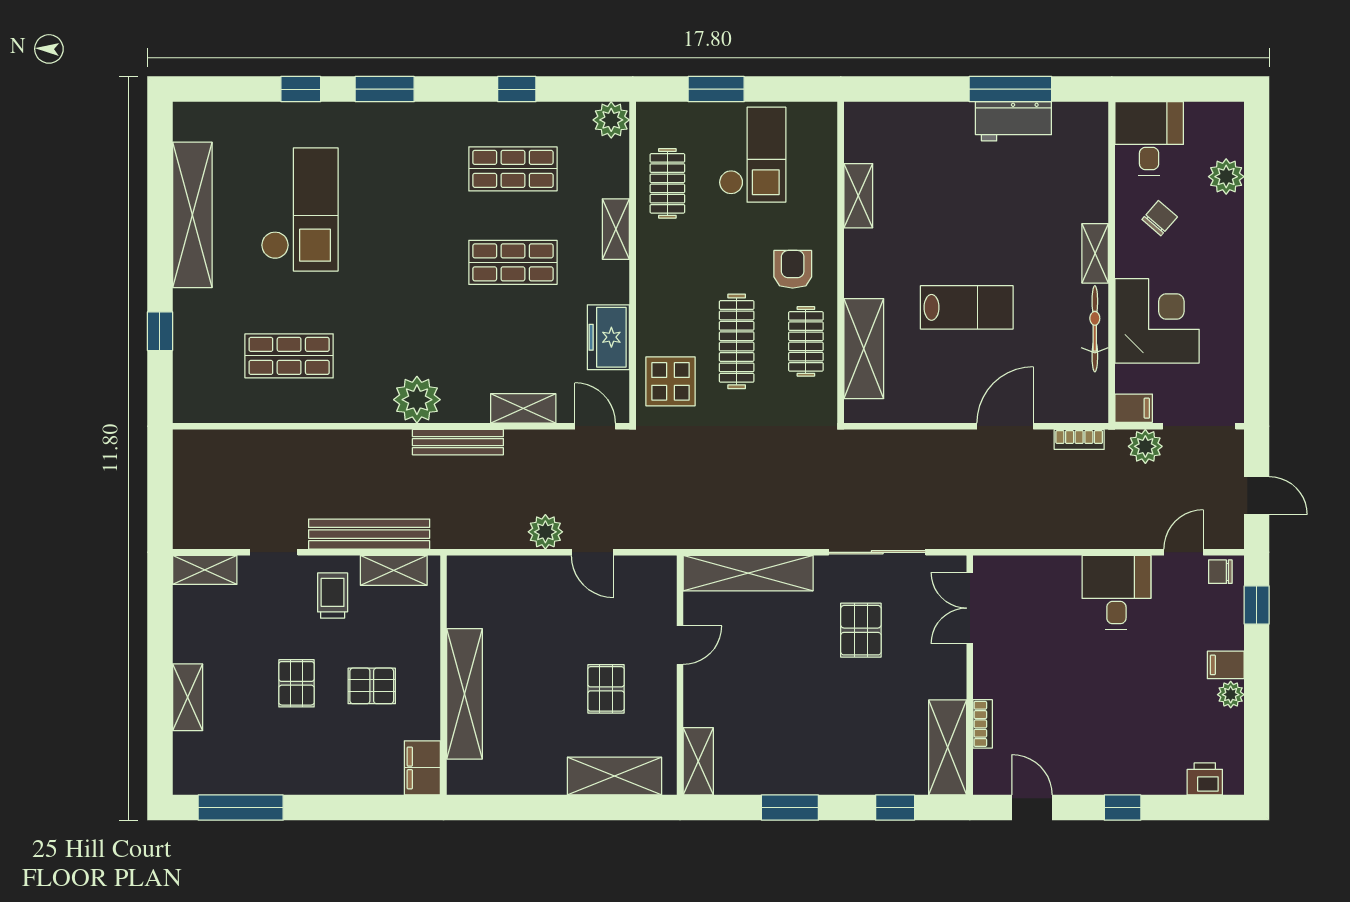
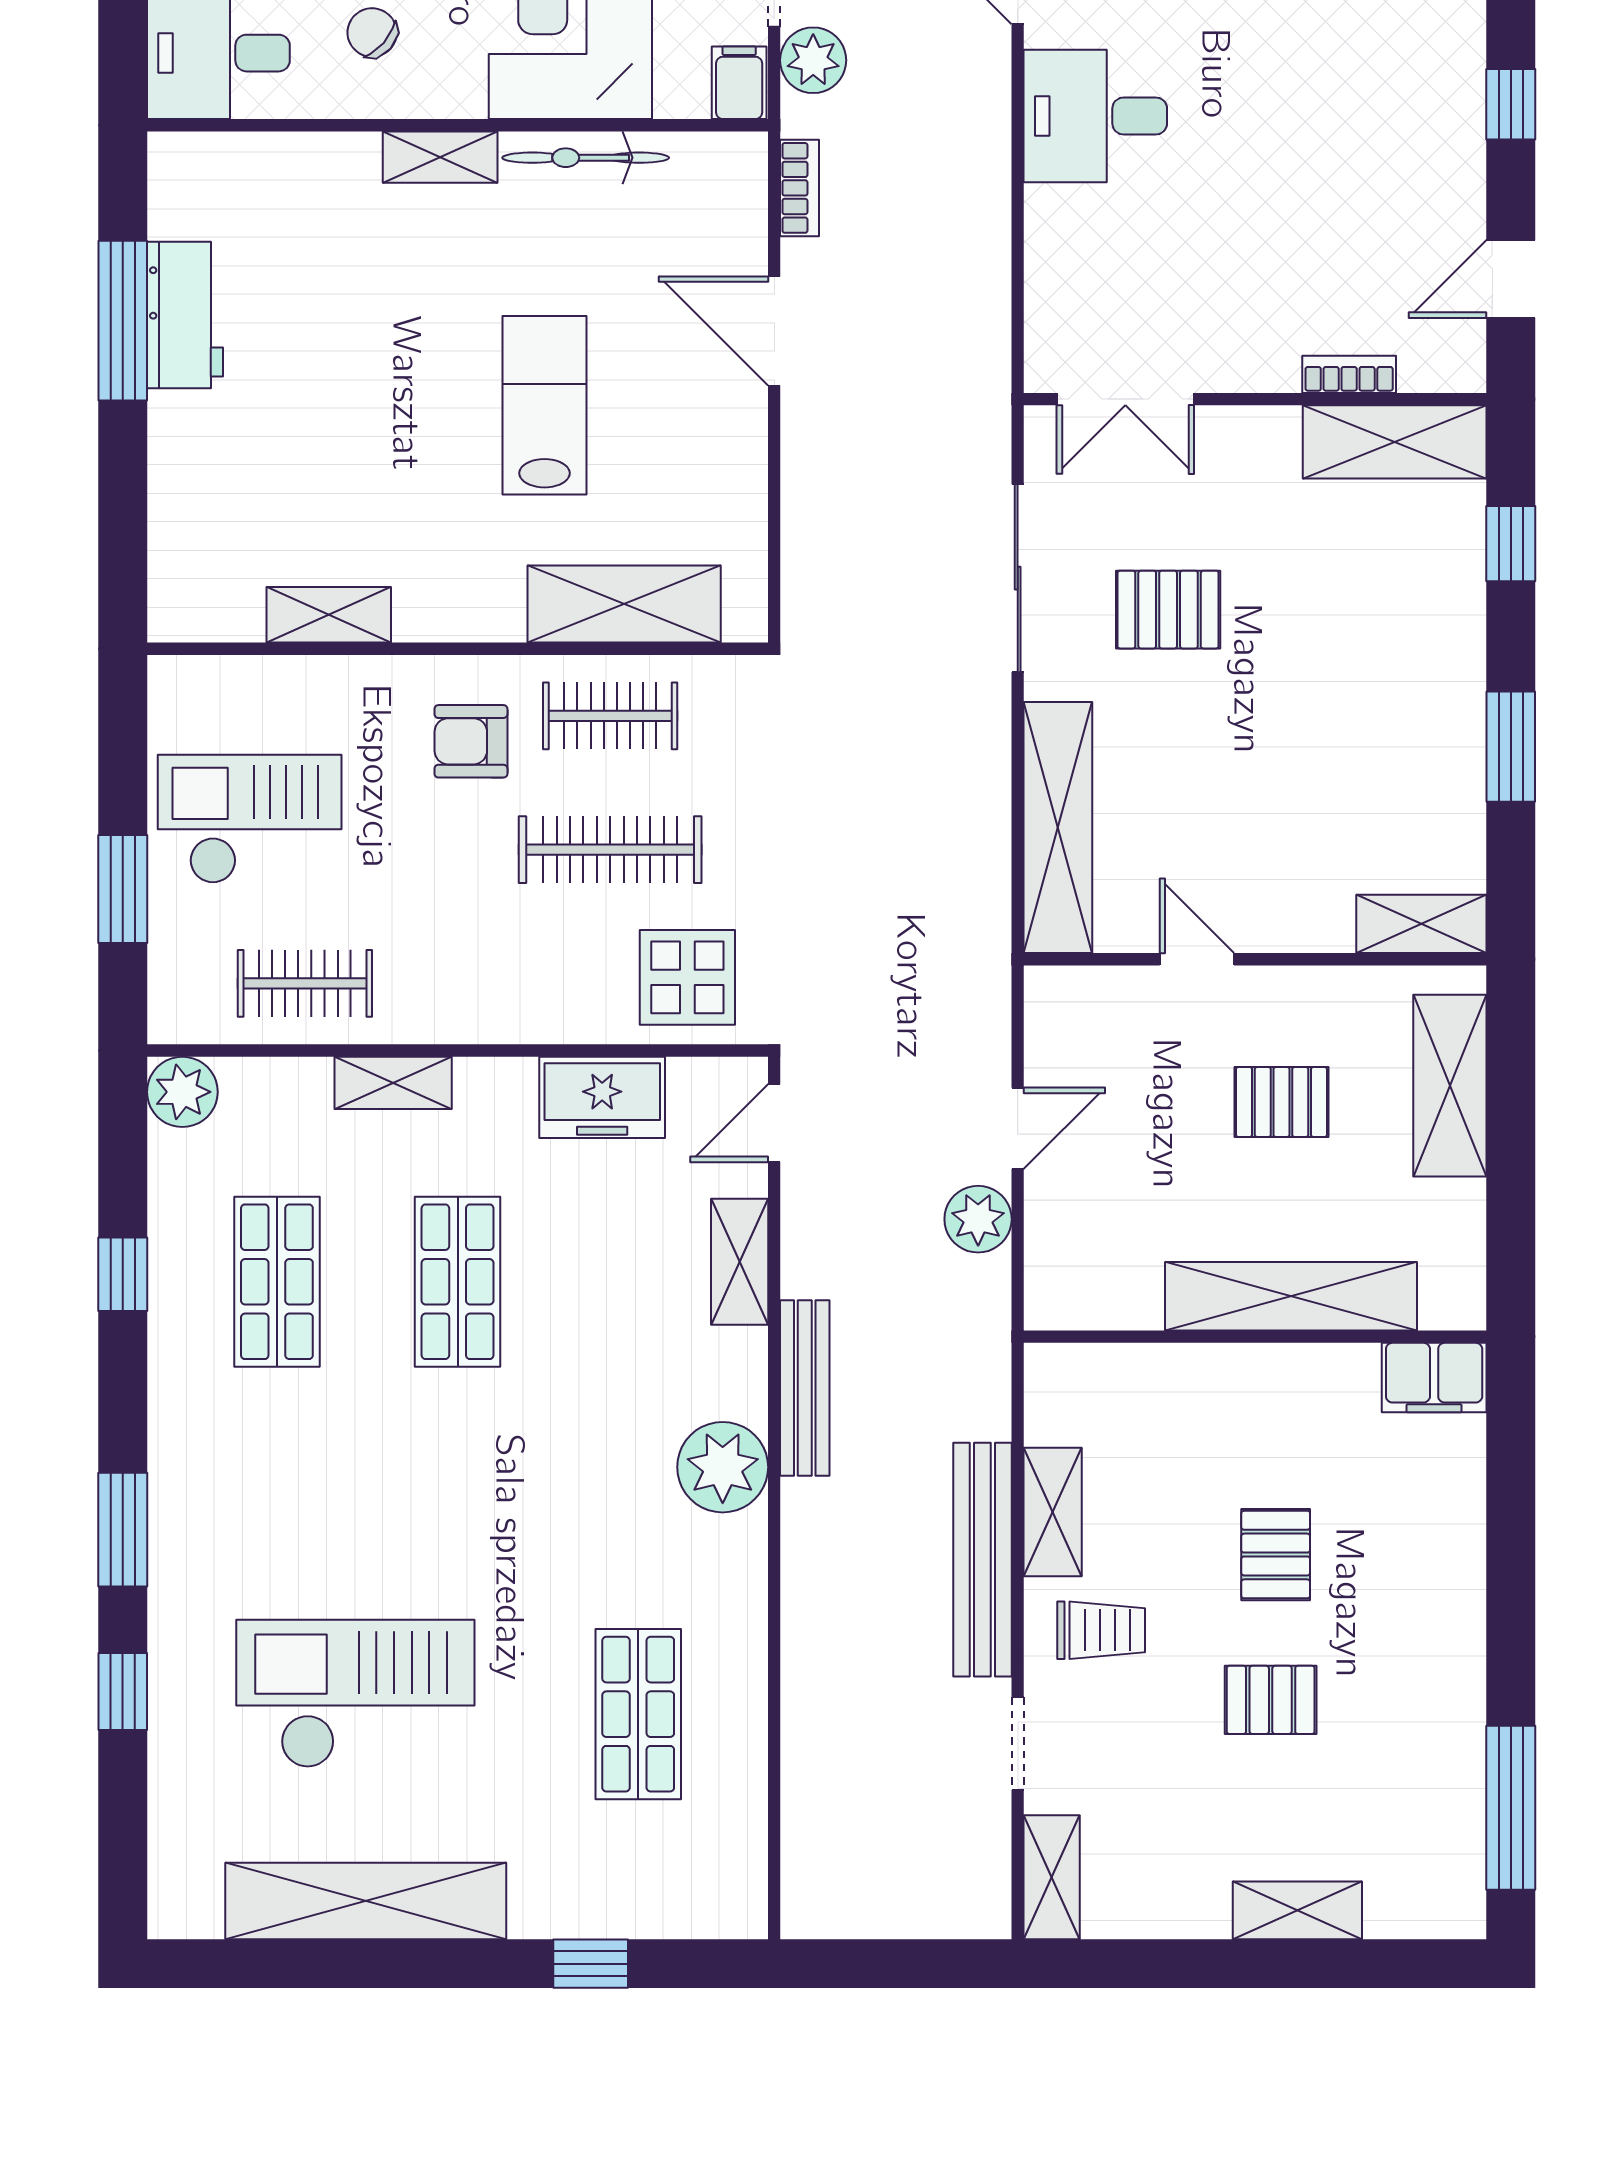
trolley: (333, 596) -> (1101, 1630), turned 180
wall: (444, 675) -> (1255, 1337), moved
shelving: (465, 694) -> (1291, 1296), moved
filing cabinet: (422, 768) -> (1434, 1378), moved

